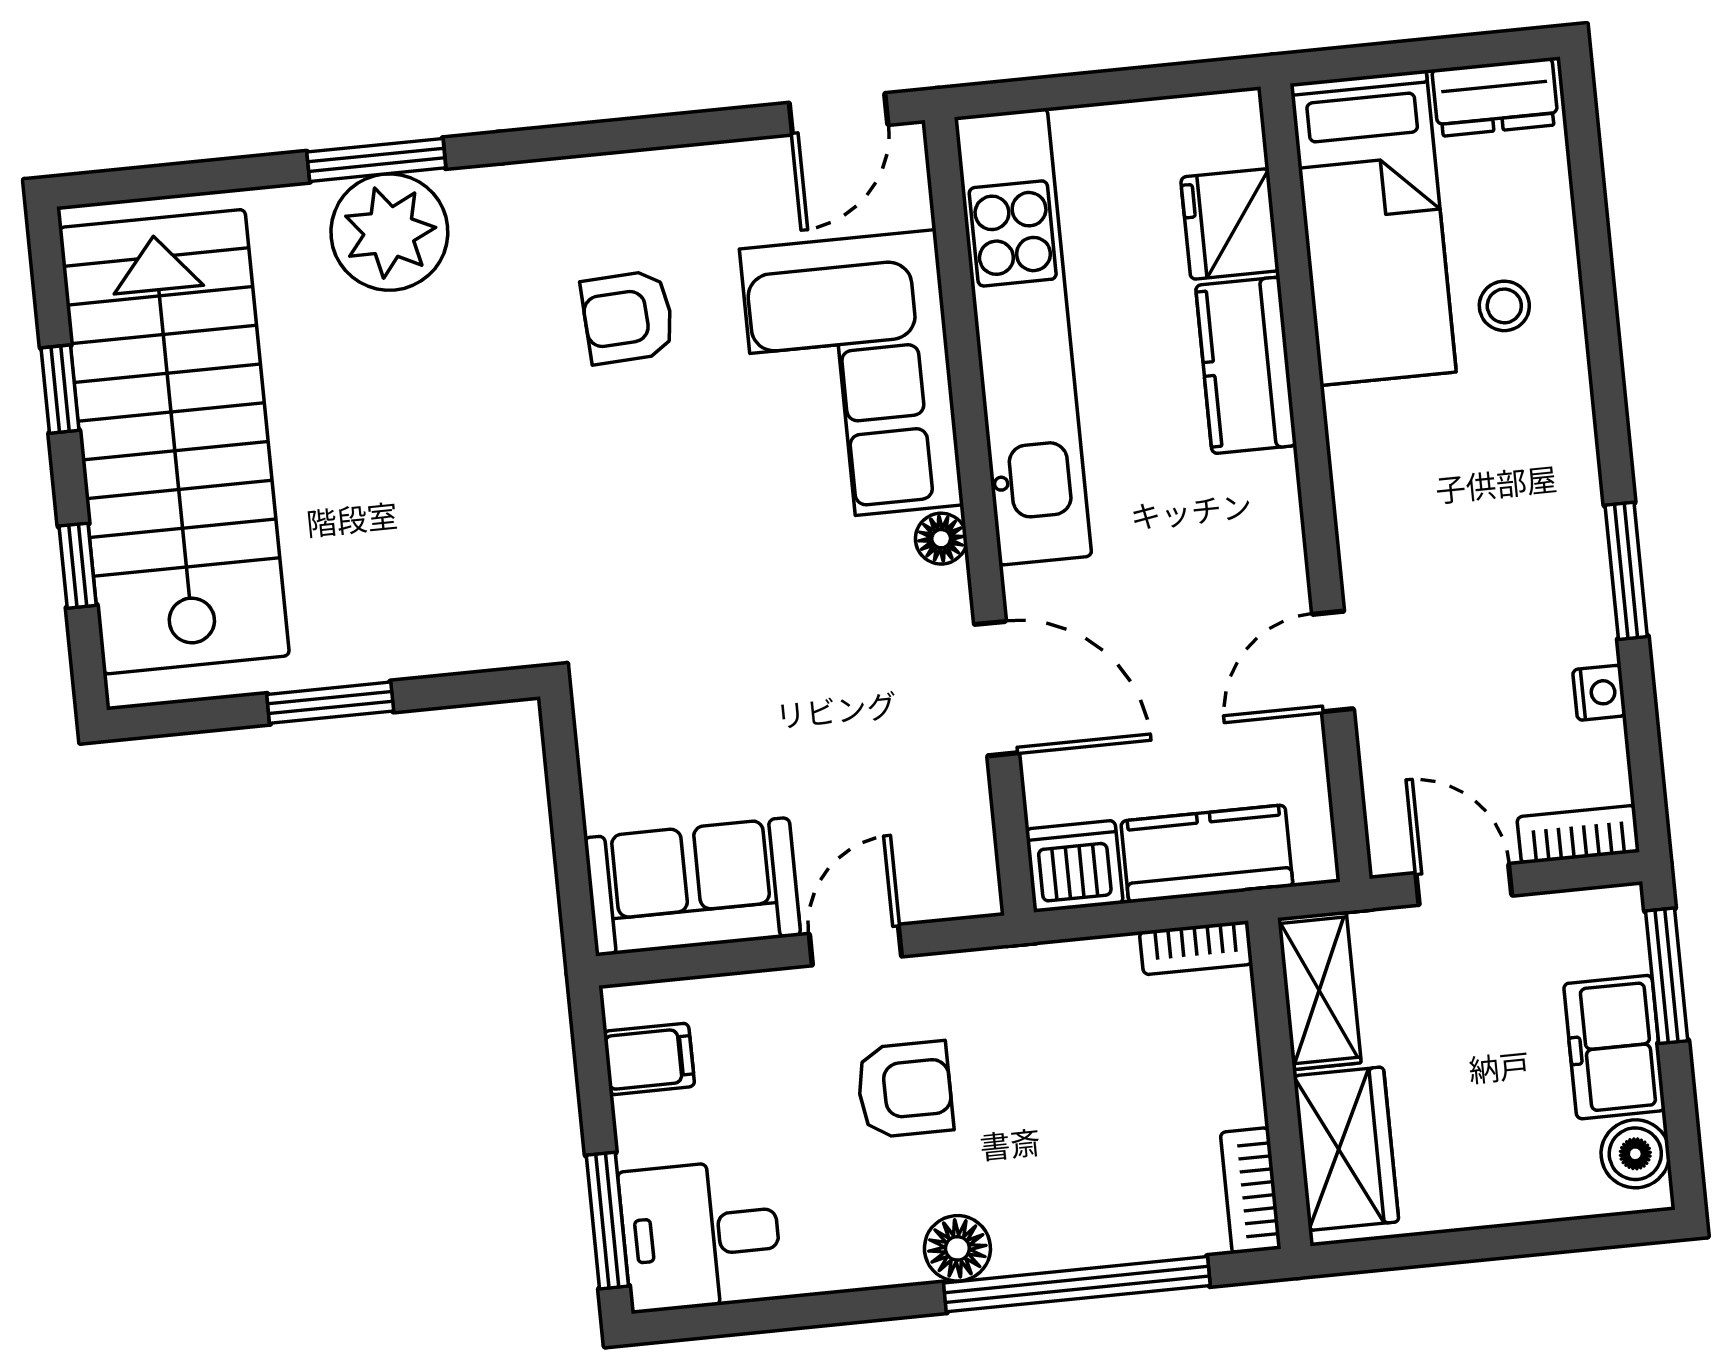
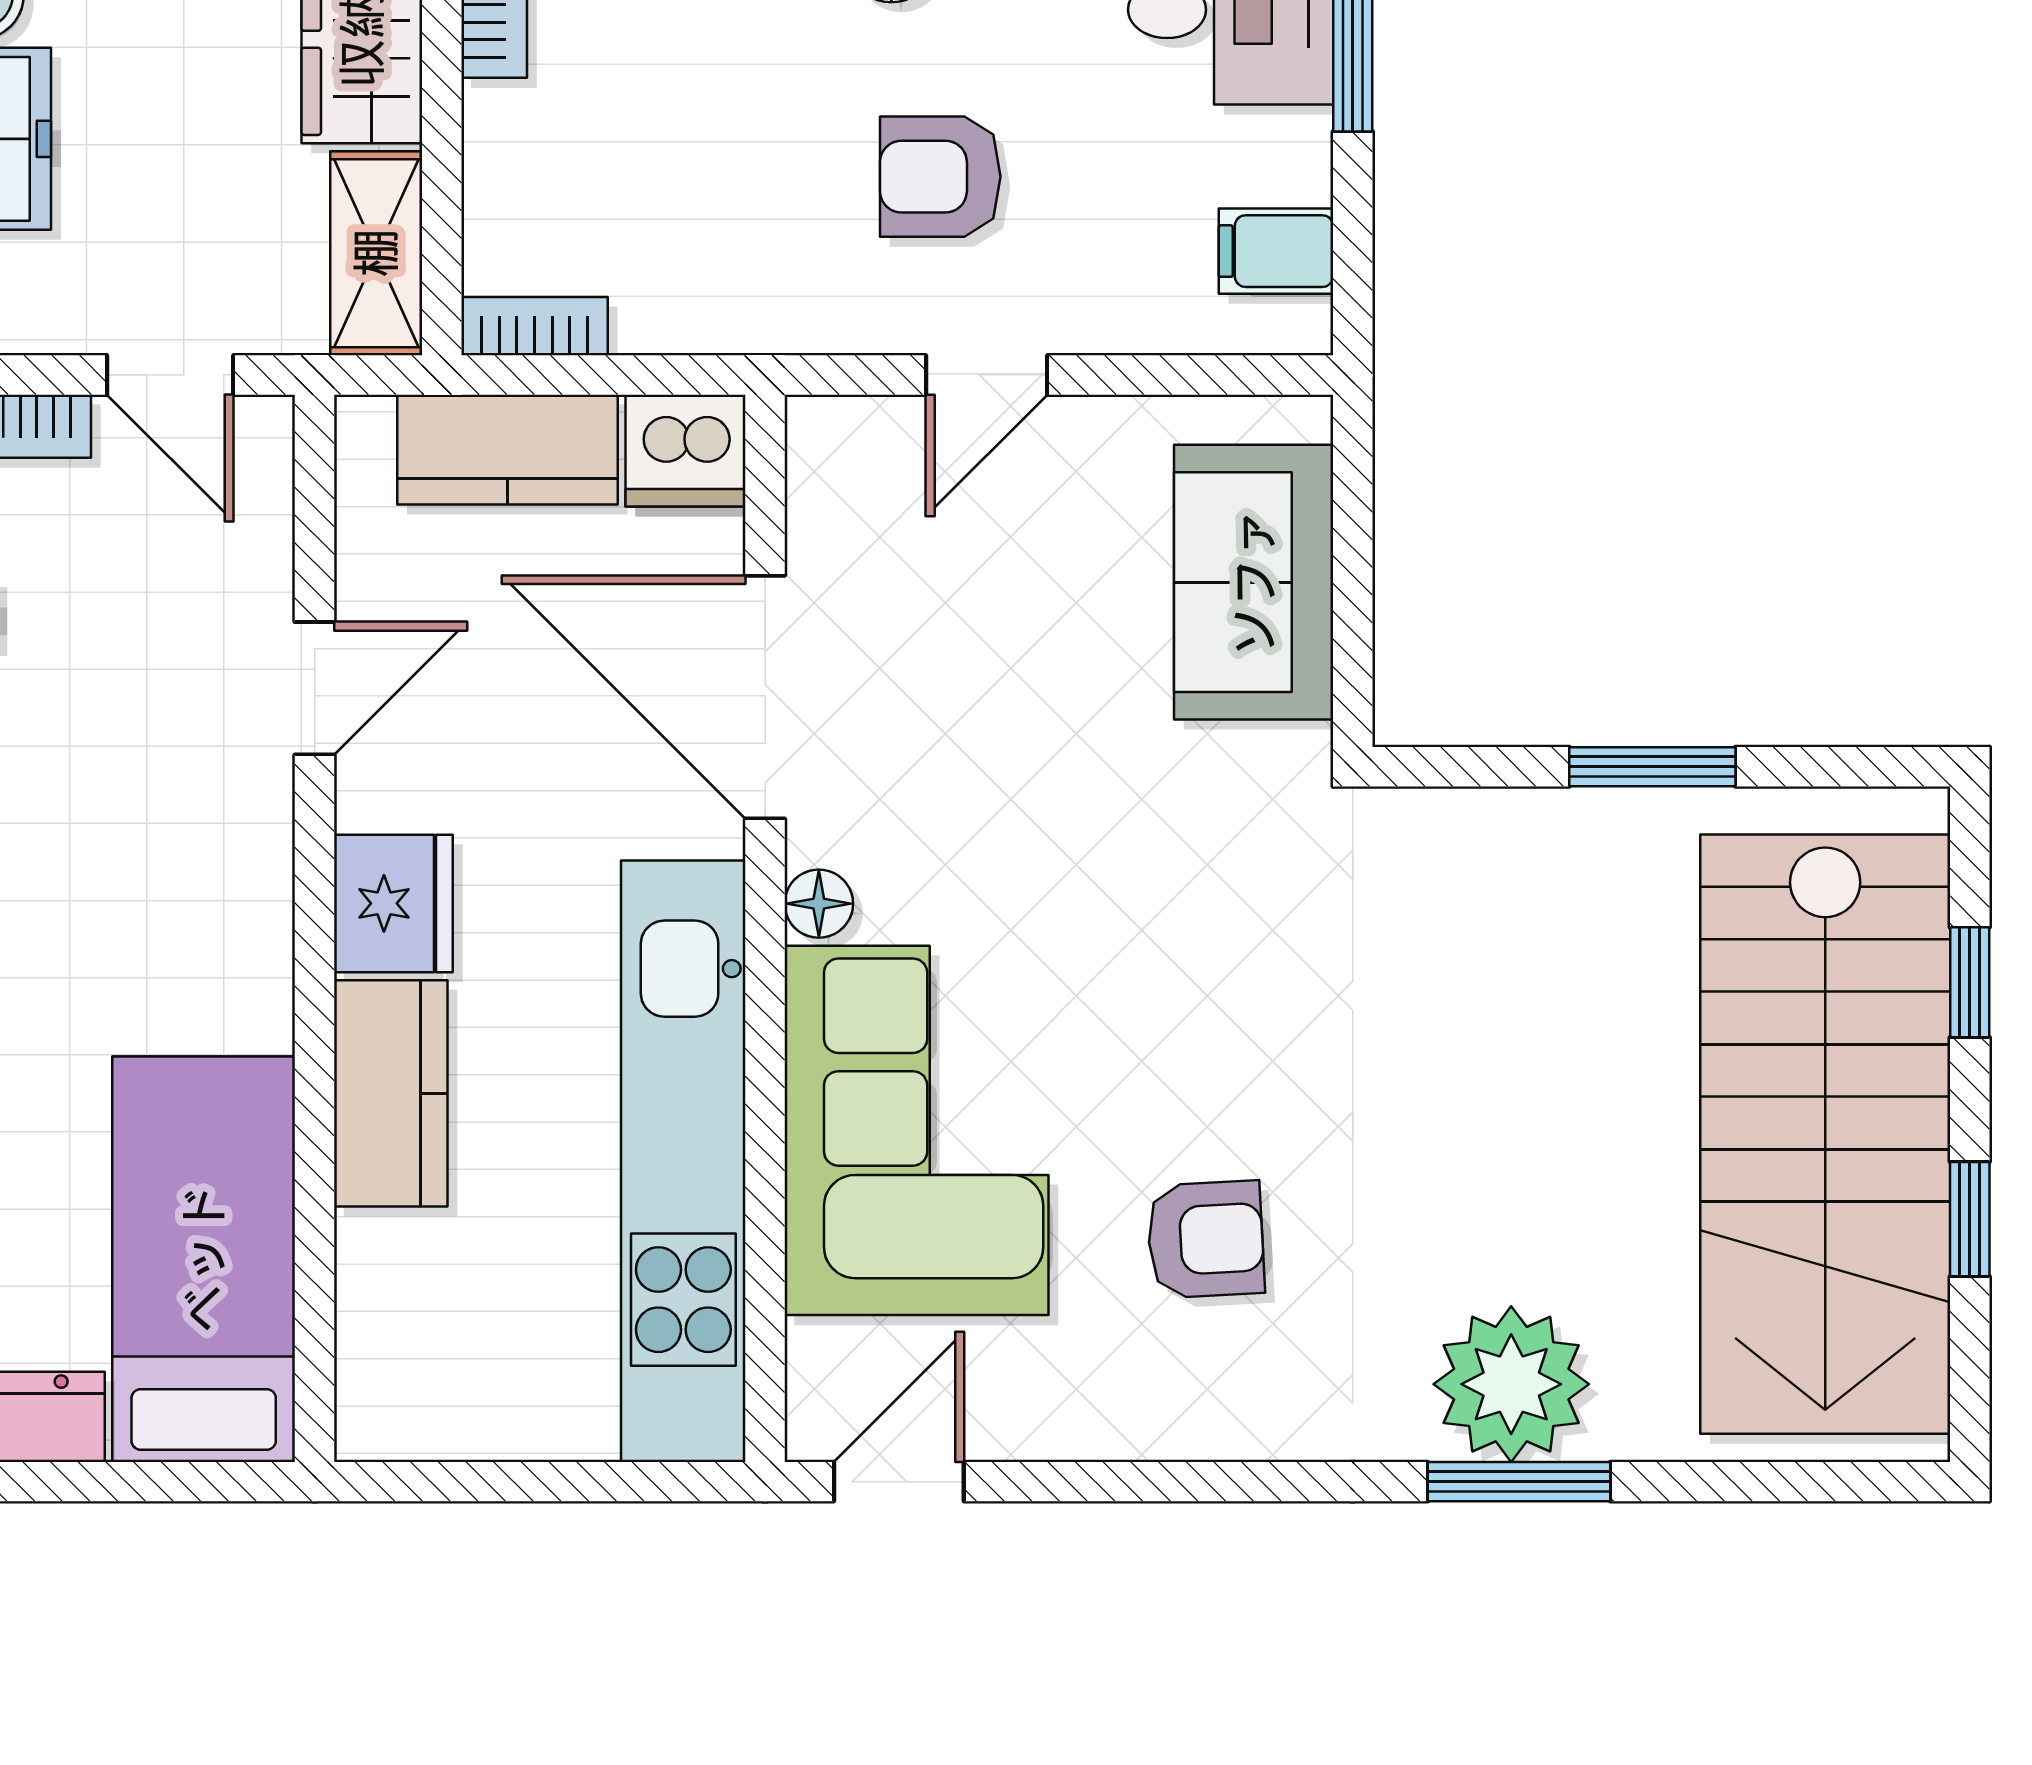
fridge: (1230, 224) -> (393, 903), moved
stool: (1504, 306) -> (40, 1138), removed
door: (997, 689) -> (765, 697), width x1.36
sofa: (692, 887) -> (1254, 582), moved, turned 90

